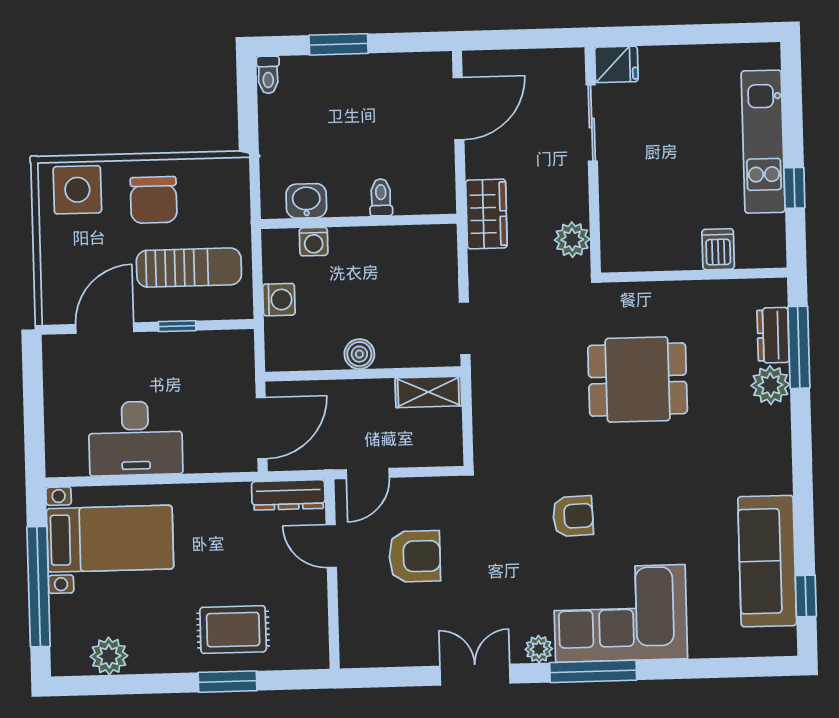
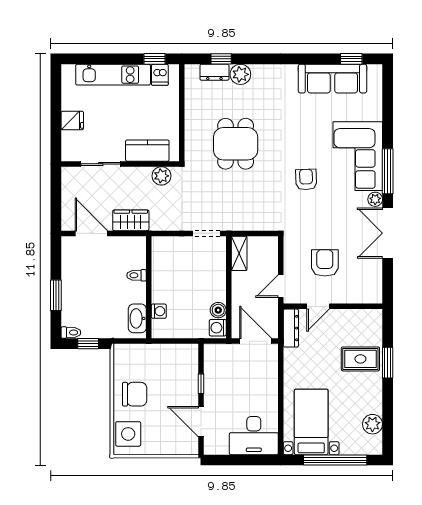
fridge: (616, 64) -> (72, 120), moved, turned 90
window: (248, 108) -> (88, 344), added
window: (794, 188) -> (154, 59), moved
washbasin: (306, 201) -> (137, 318), width x1.38
kitchen counter: (620, 211) -> (147, 151), added
wardrobe: (486, 214) -> (131, 220), moved
dishwasher: (718, 249) -> (160, 75), moved, turned -90
sun lounger: (189, 268) -> (170, 377), removed
washing machine: (279, 300) -> (218, 328), moved, turned -90
window: (799, 347) -> (221, 59), width x0.46
boiler: (359, 354) -> (218, 310), moved
desk: (135, 438) -> (254, 436), moved, turned 90
door: (368, 473) -> (281, 286), swing flipped
rug: (233, 630) -> (360, 359), turned 90
double door: (475, 675) -> (388, 233), width x1.37

